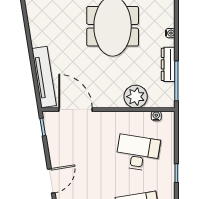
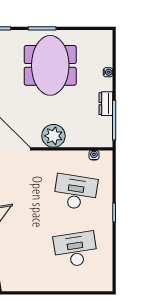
dresser: (168, 64) -> (106, 104), width x0.70
plant: (136, 97) -> (53, 136), moved

